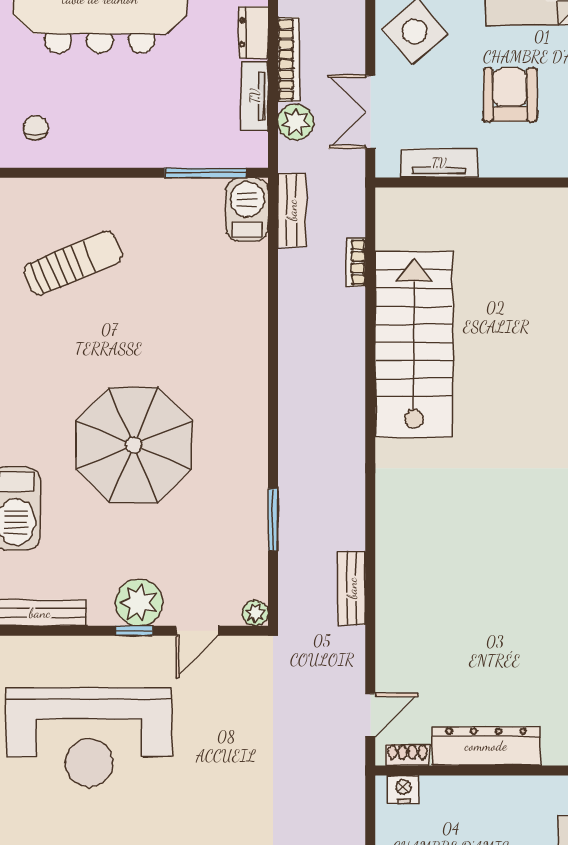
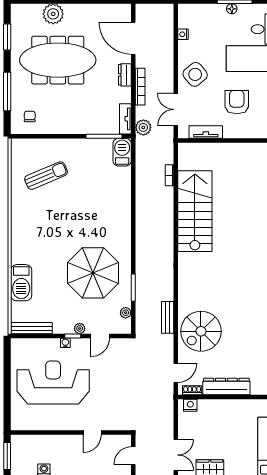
tv unit: (255, 96) -> (125, 119), moved
plant: (296, 122) -> (143, 127), moved
bench: (292, 210) -> (142, 152), removed
parasol: (134, 445) -> (93, 273), moved
plant: (139, 602) -> (80, 329), width x0.53, depth x0.53
plant: (255, 613) -> (126, 313), moved
spiral stairs: (428, 620) -> (201, 331), added
water cooler: (117, 646) -> (65, 343), added
reception desk: (89, 737) -> (53, 383), turned 180

